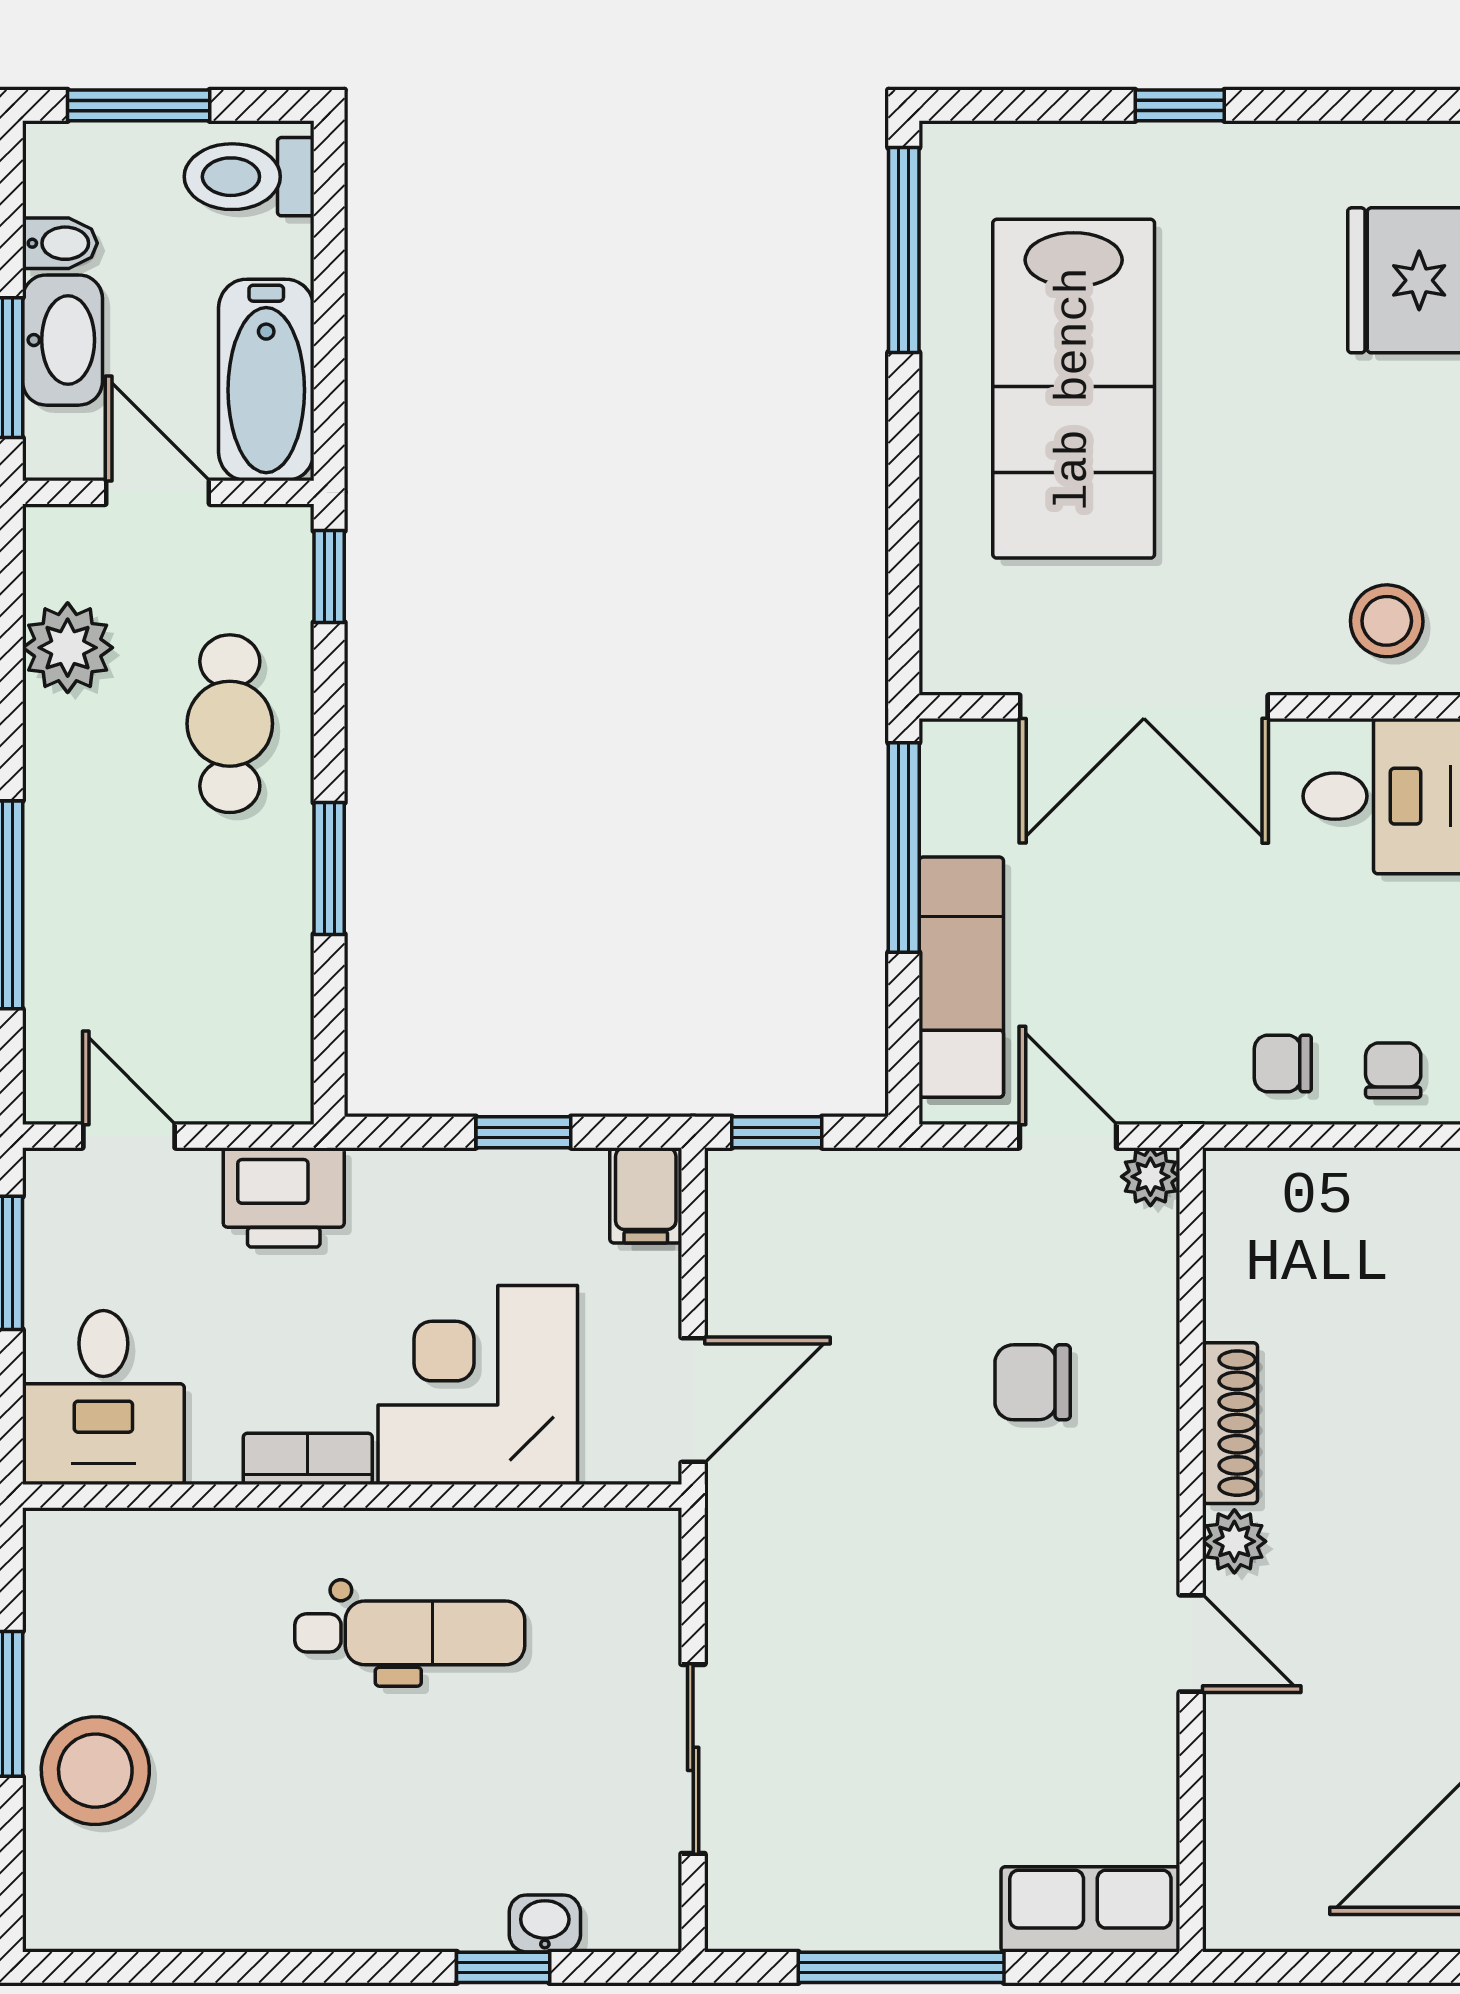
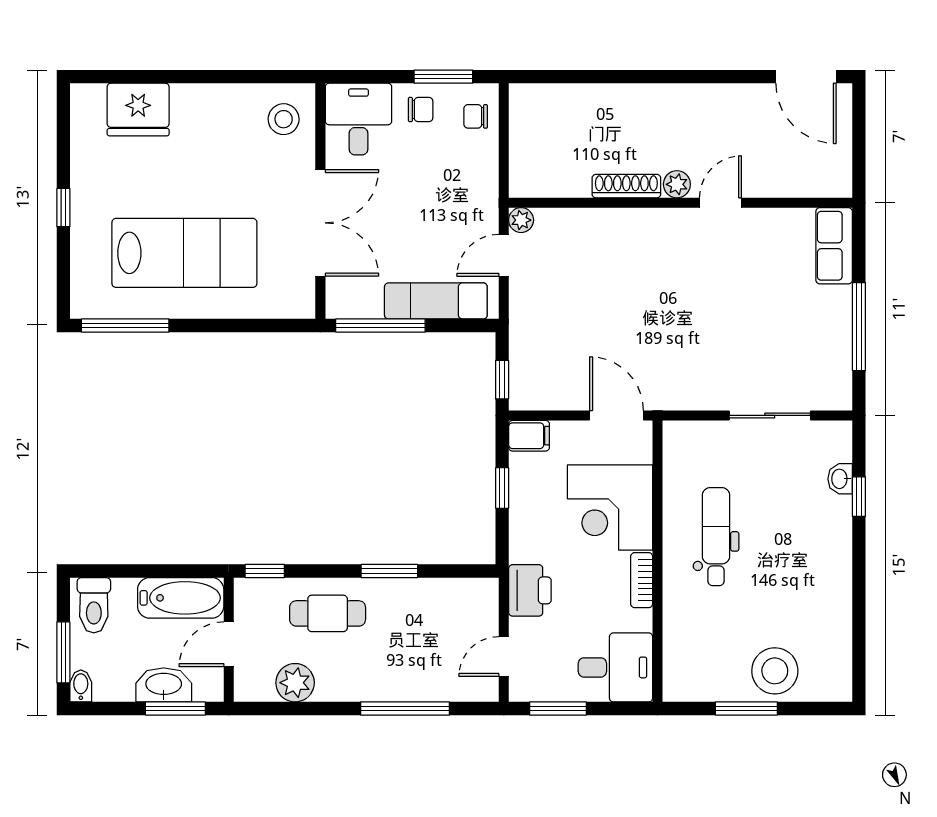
bidet: (60, 243) -> (81, 686), moved
chair: (1283, 1063) -> (421, 110), moved, turned -90
chair: (1033, 1382) -> (609, 270), removed

